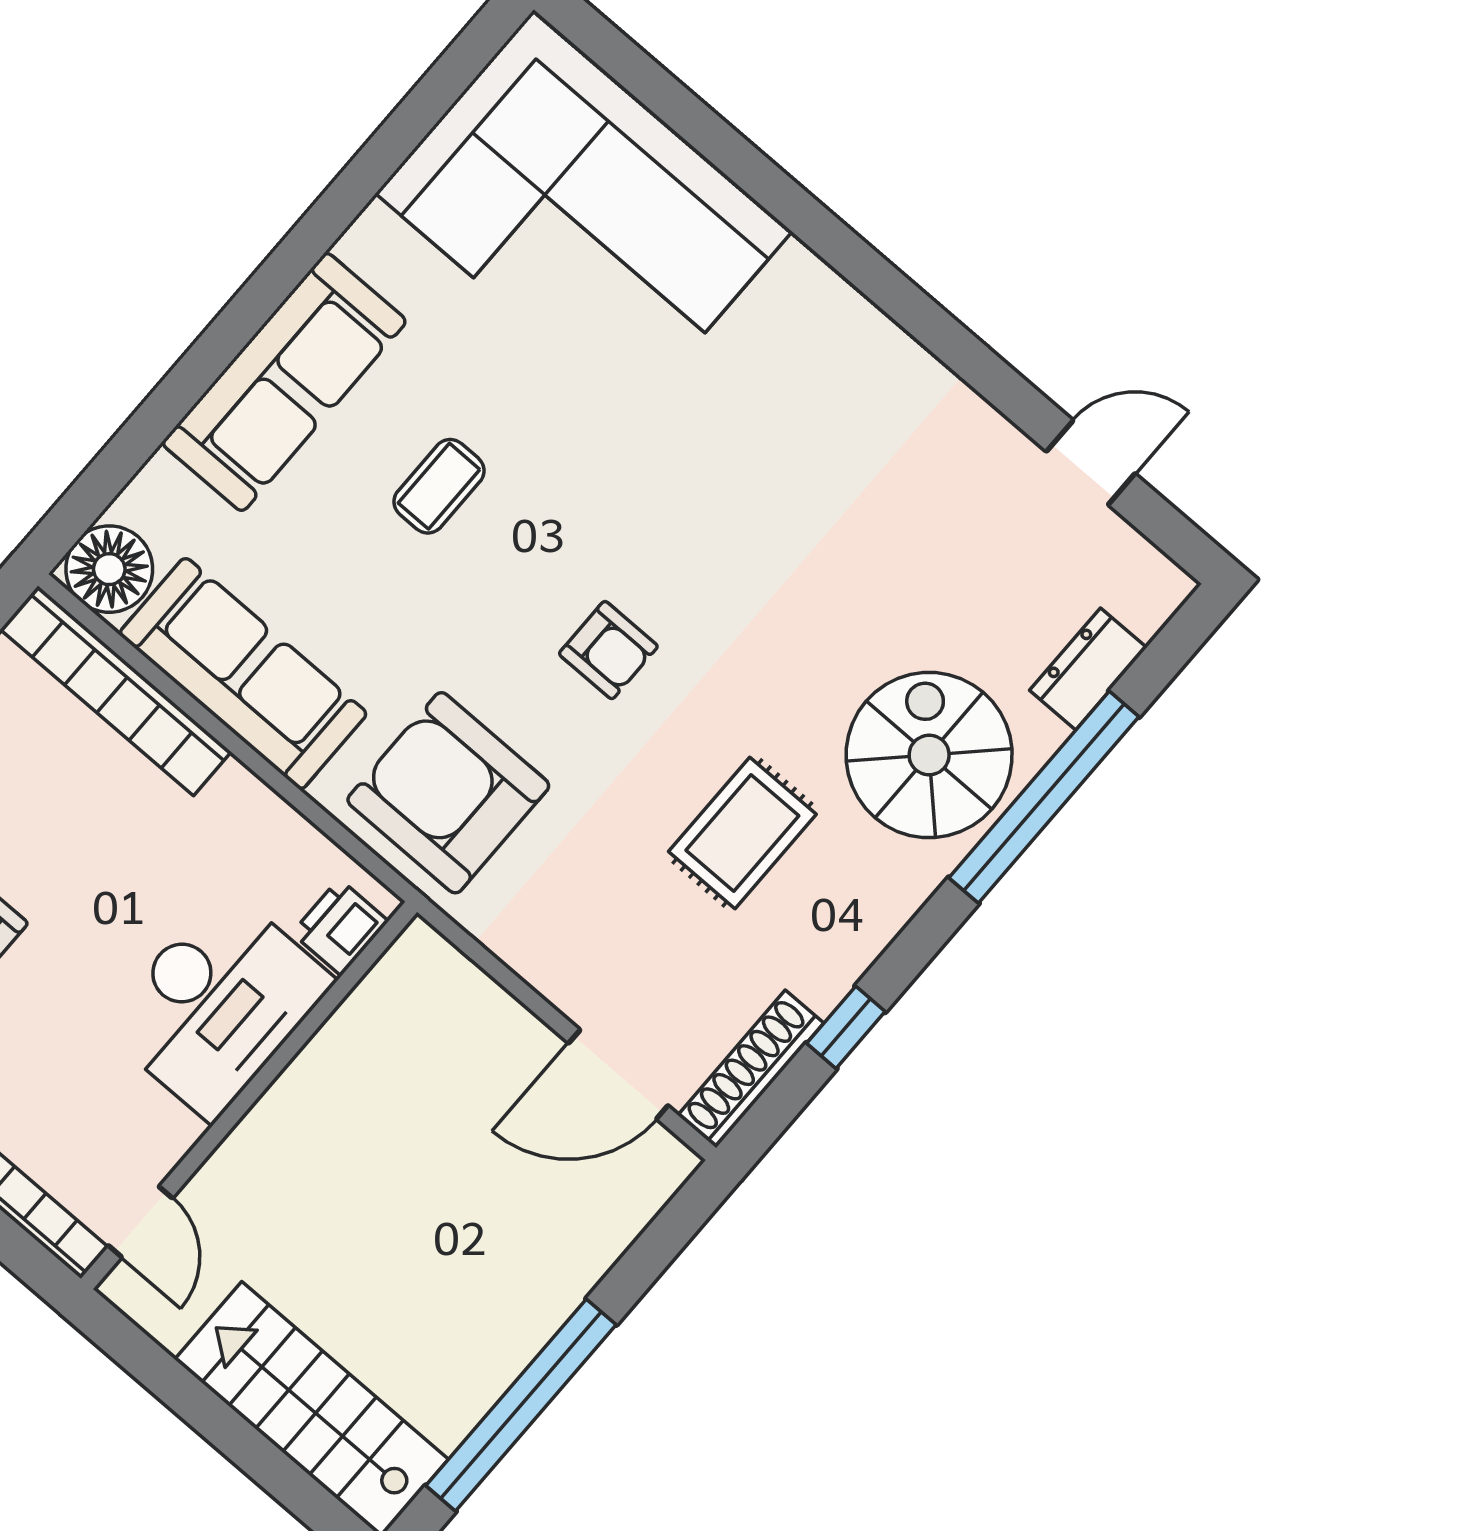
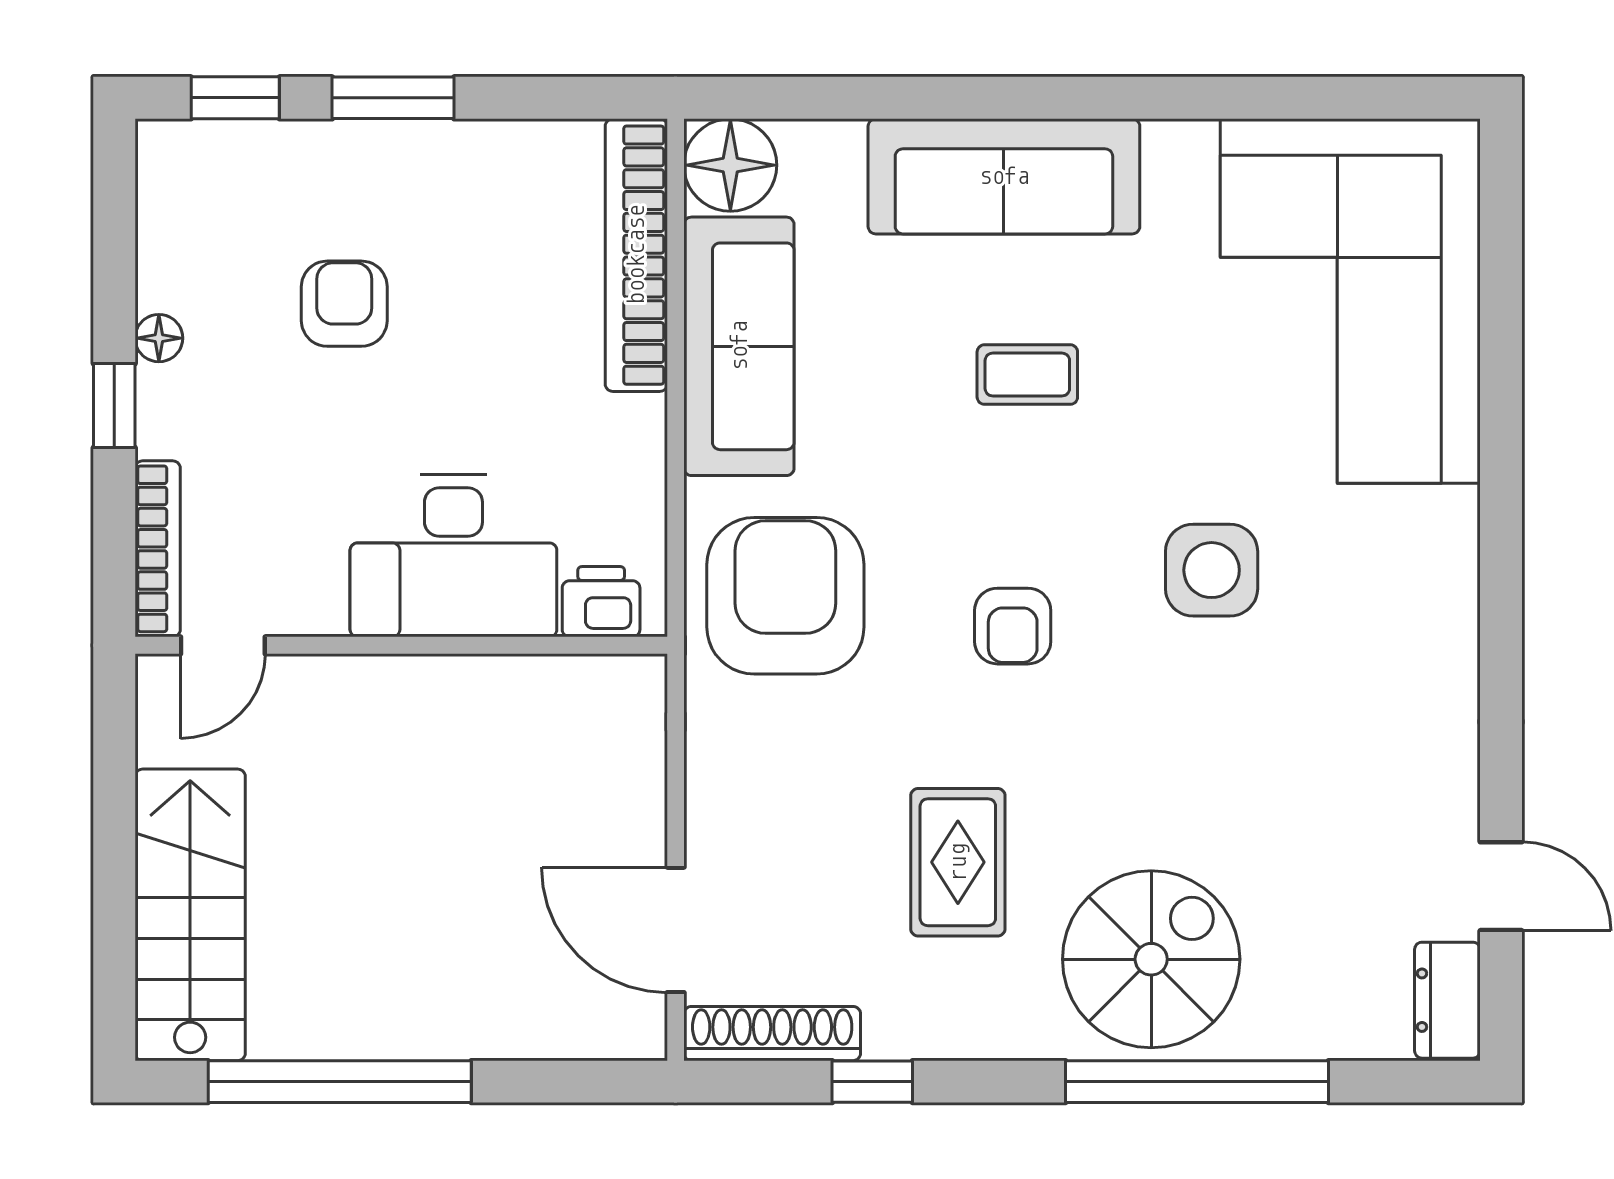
side table: (690, 475) -> (1212, 570), added
dresser: (1088, 669) -> (1447, 1000), moved, turned -90
rug: (742, 833) -> (958, 862), turned 90

